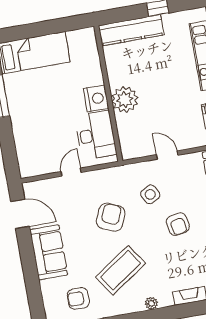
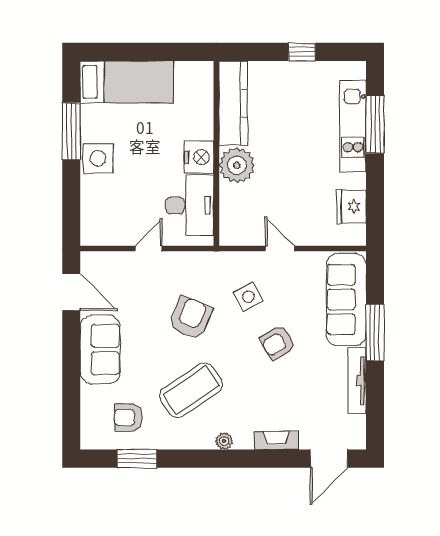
kitchen counter: (131, 30) -> (233, 103), moved, turned -90
side table: (22, 113) -> (98, 158), added
armchair: (178, 224) -> (278, 343), turned 70

